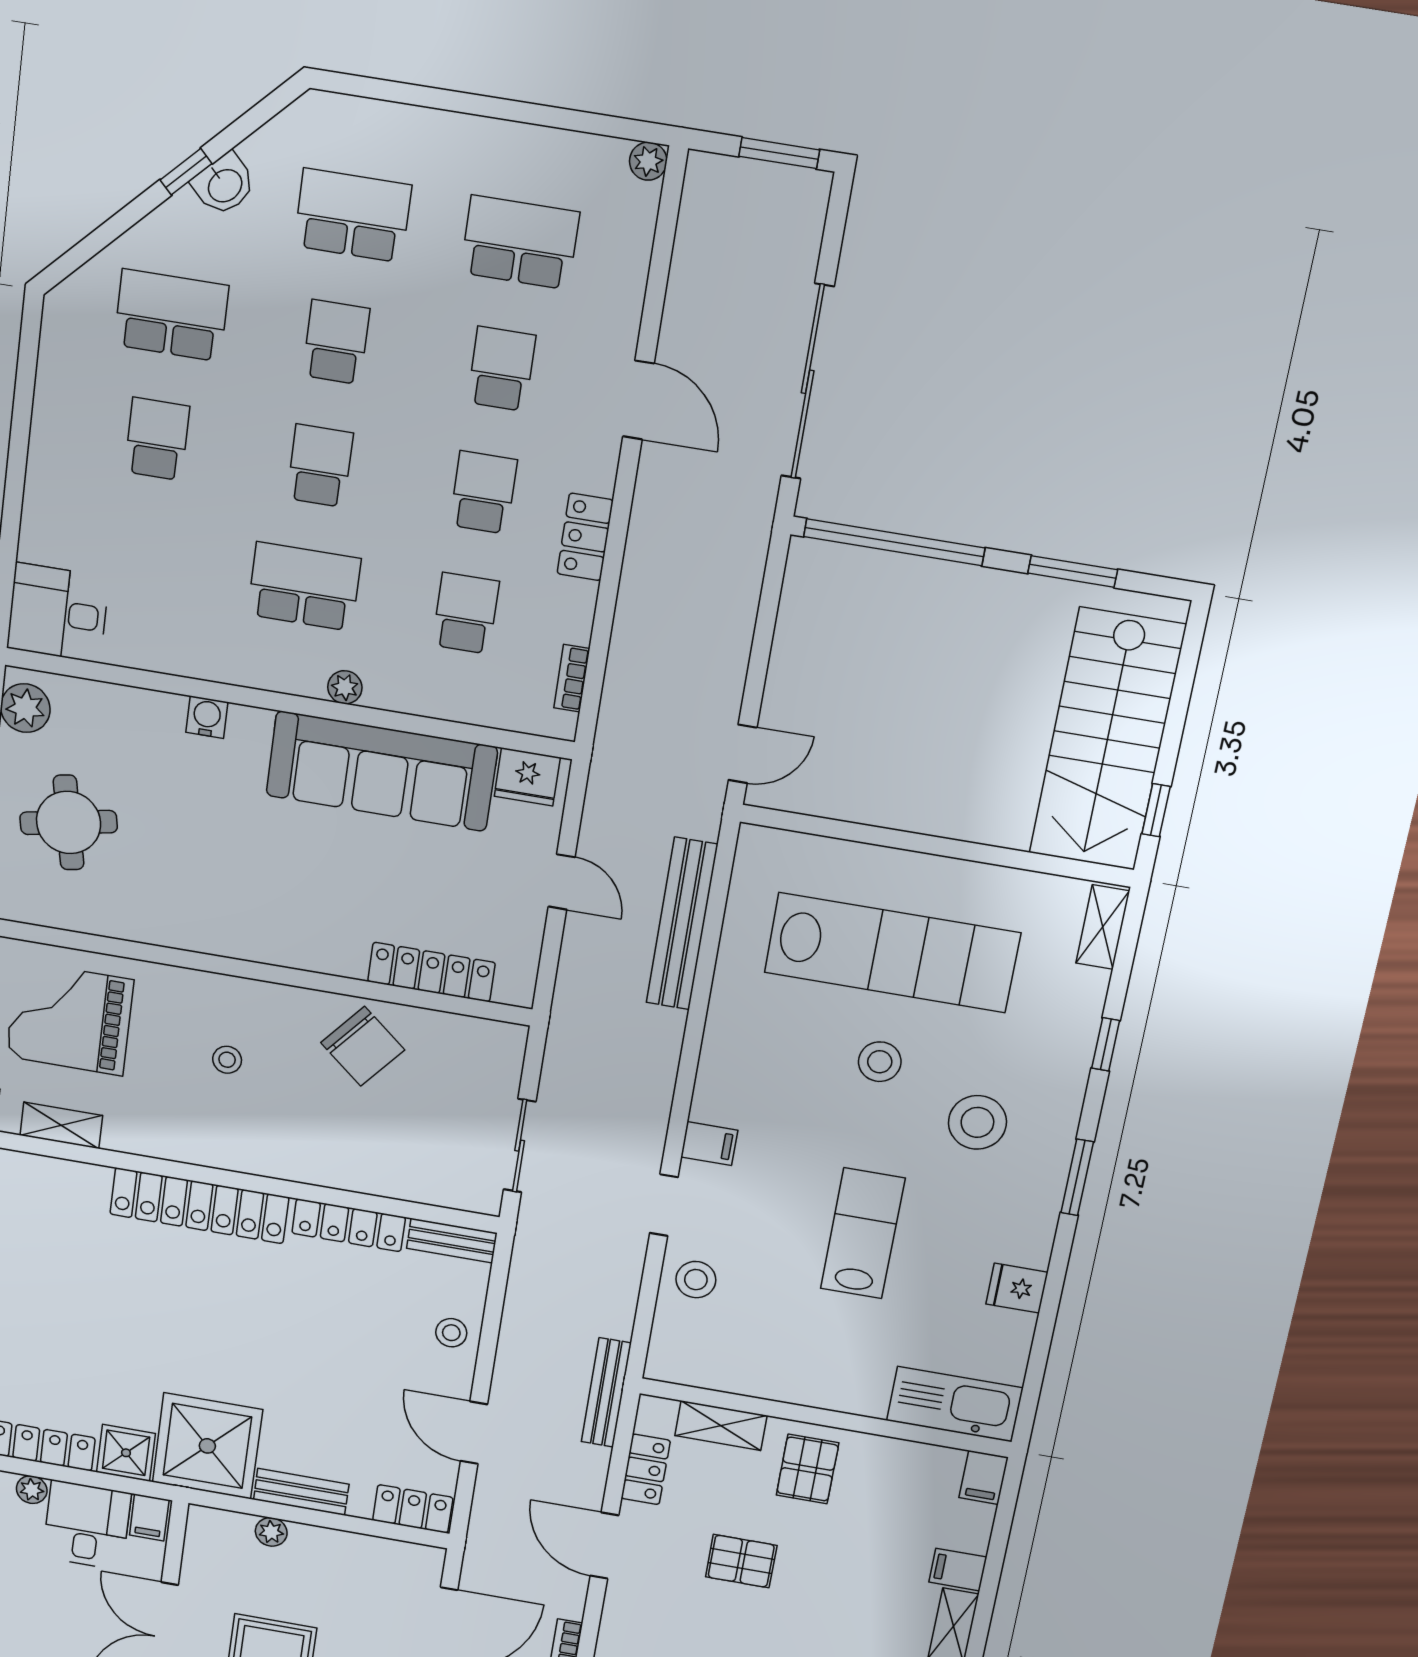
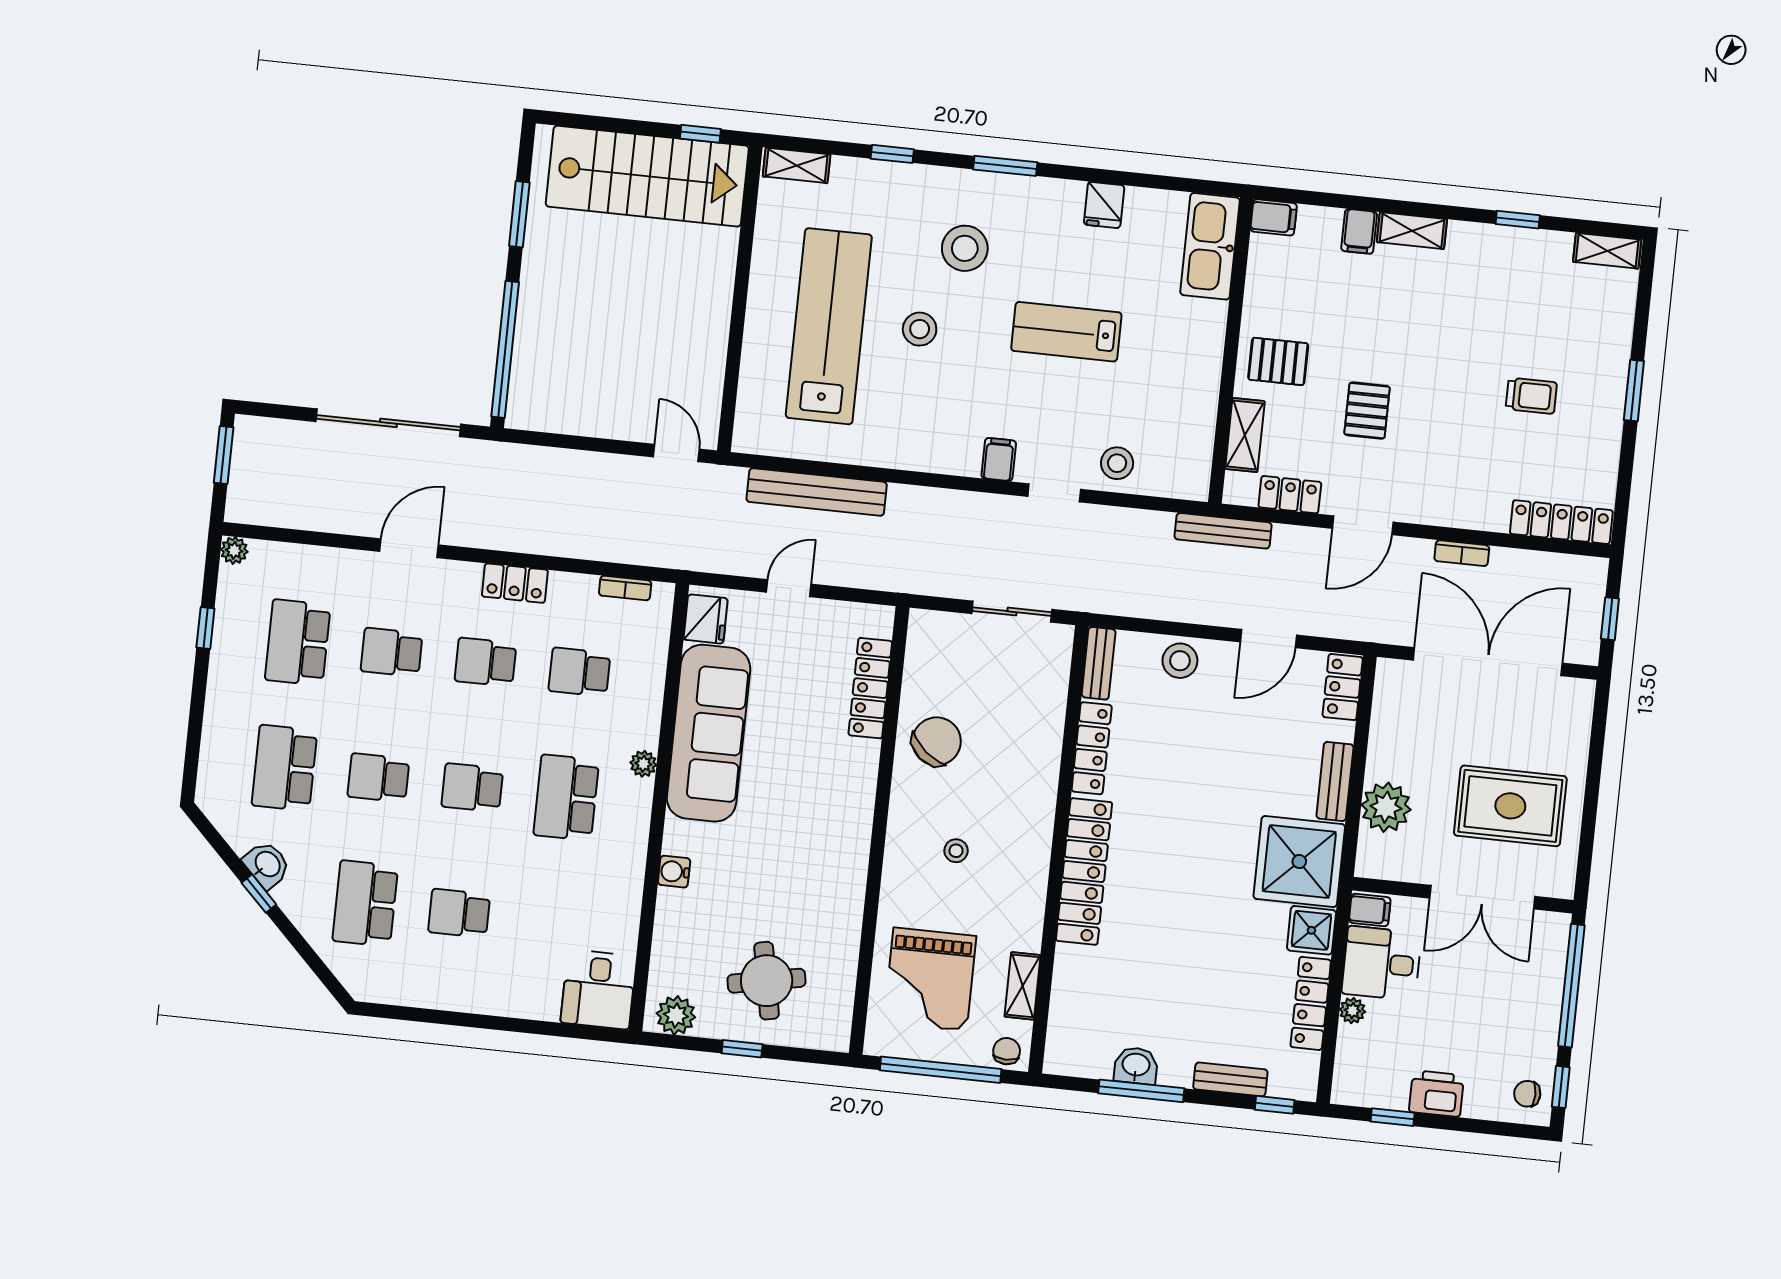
window: (545, 116) -> (205, 628), added
stool: (451, 1333) -> (1180, 661), width x1.37, depth x1.37
plant: (271, 1532) -> (1386, 807), width x1.87, depth x1.87

